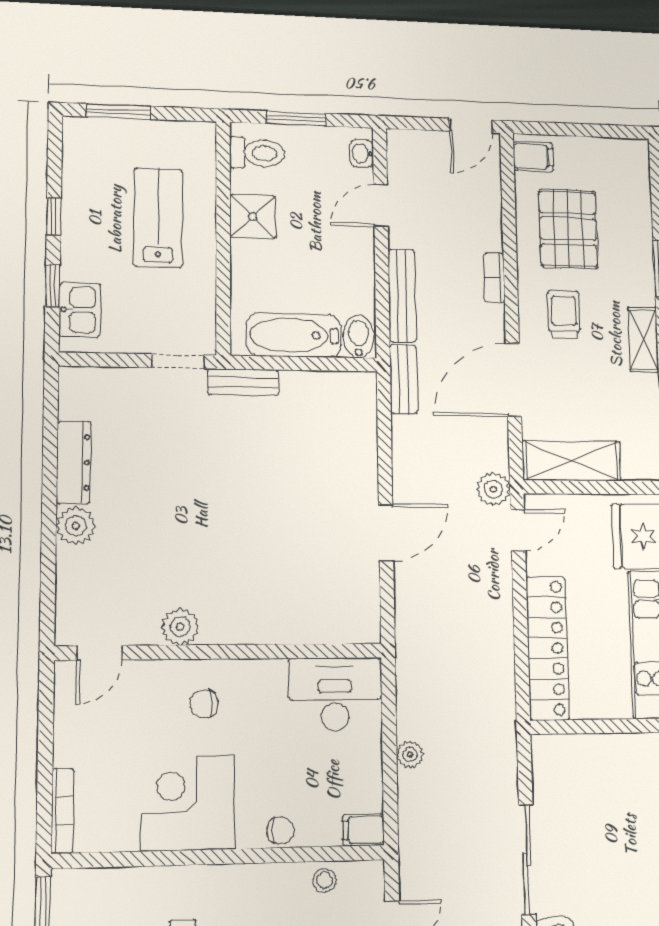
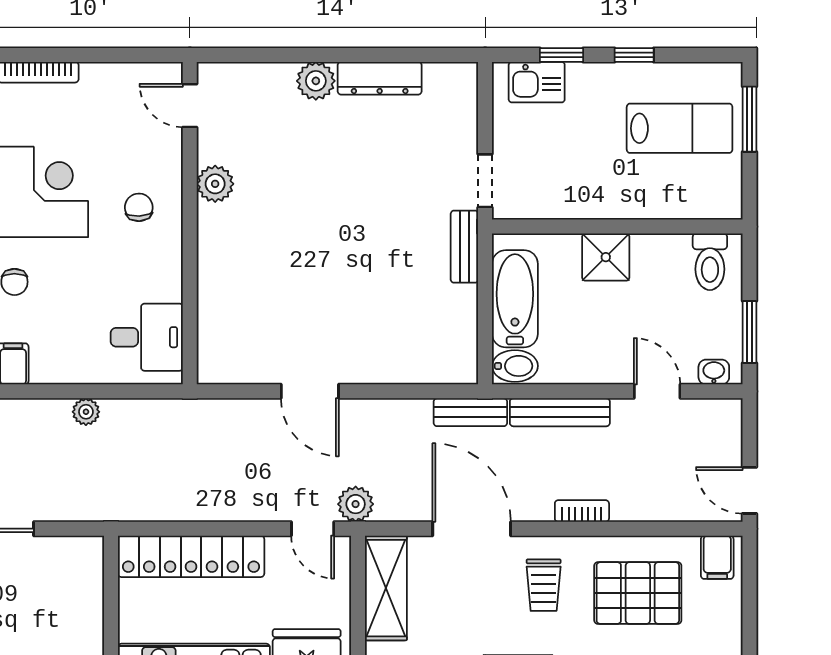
window: (296, 119) -> (749, 332), moved
shower: (253, 217) -> (606, 257), moved
lab bench: (158, 218) -> (680, 128), moved
trolley: (564, 314) -> (544, 585), turned 90
desk: (335, 694) -> (147, 337), width x0.73

